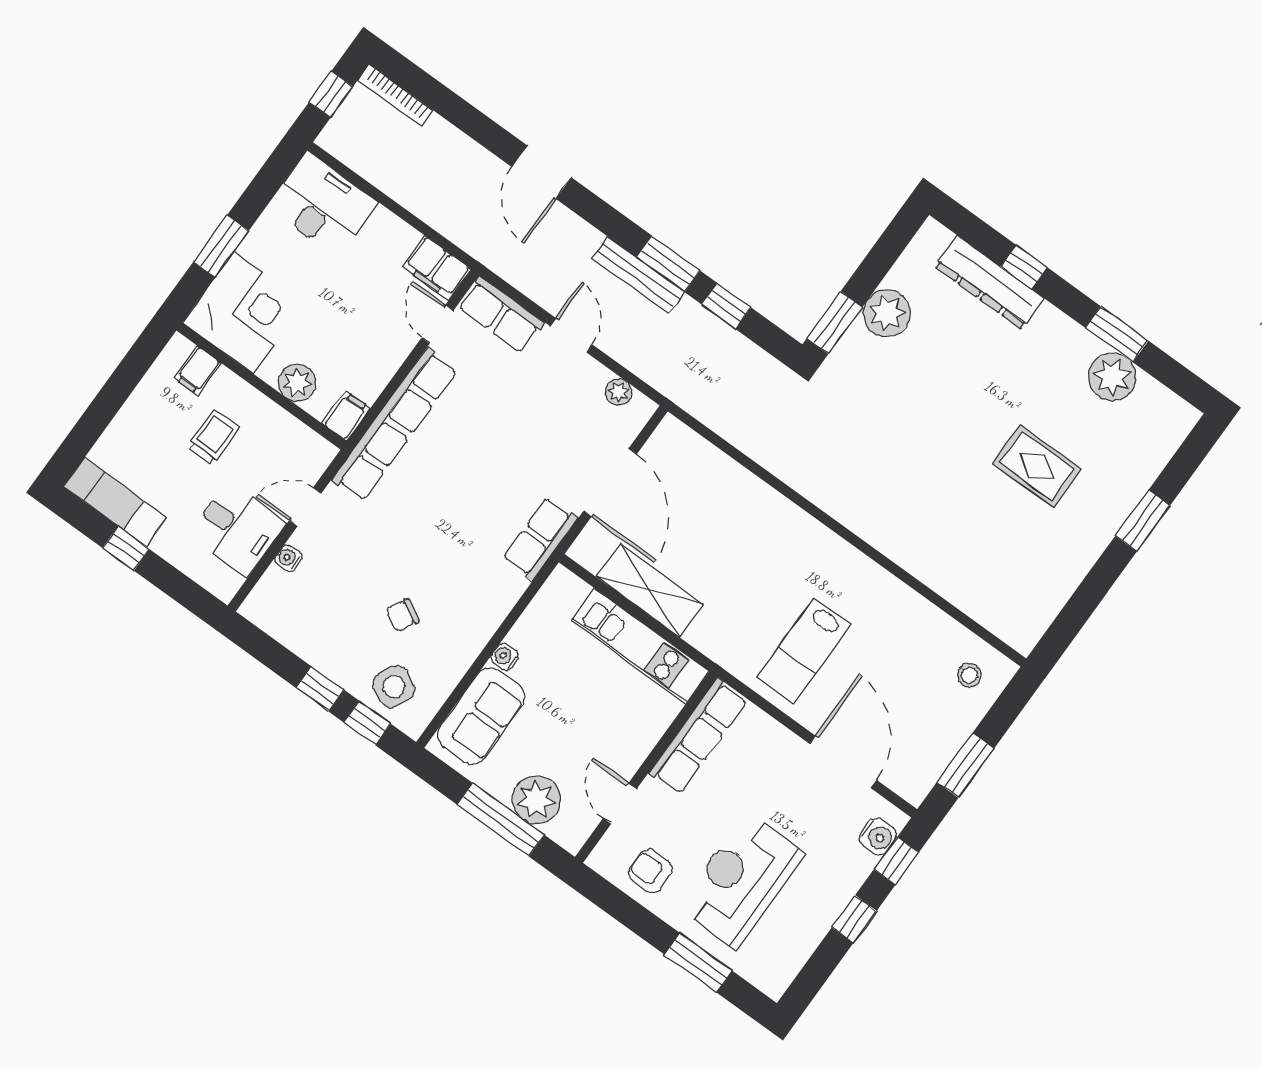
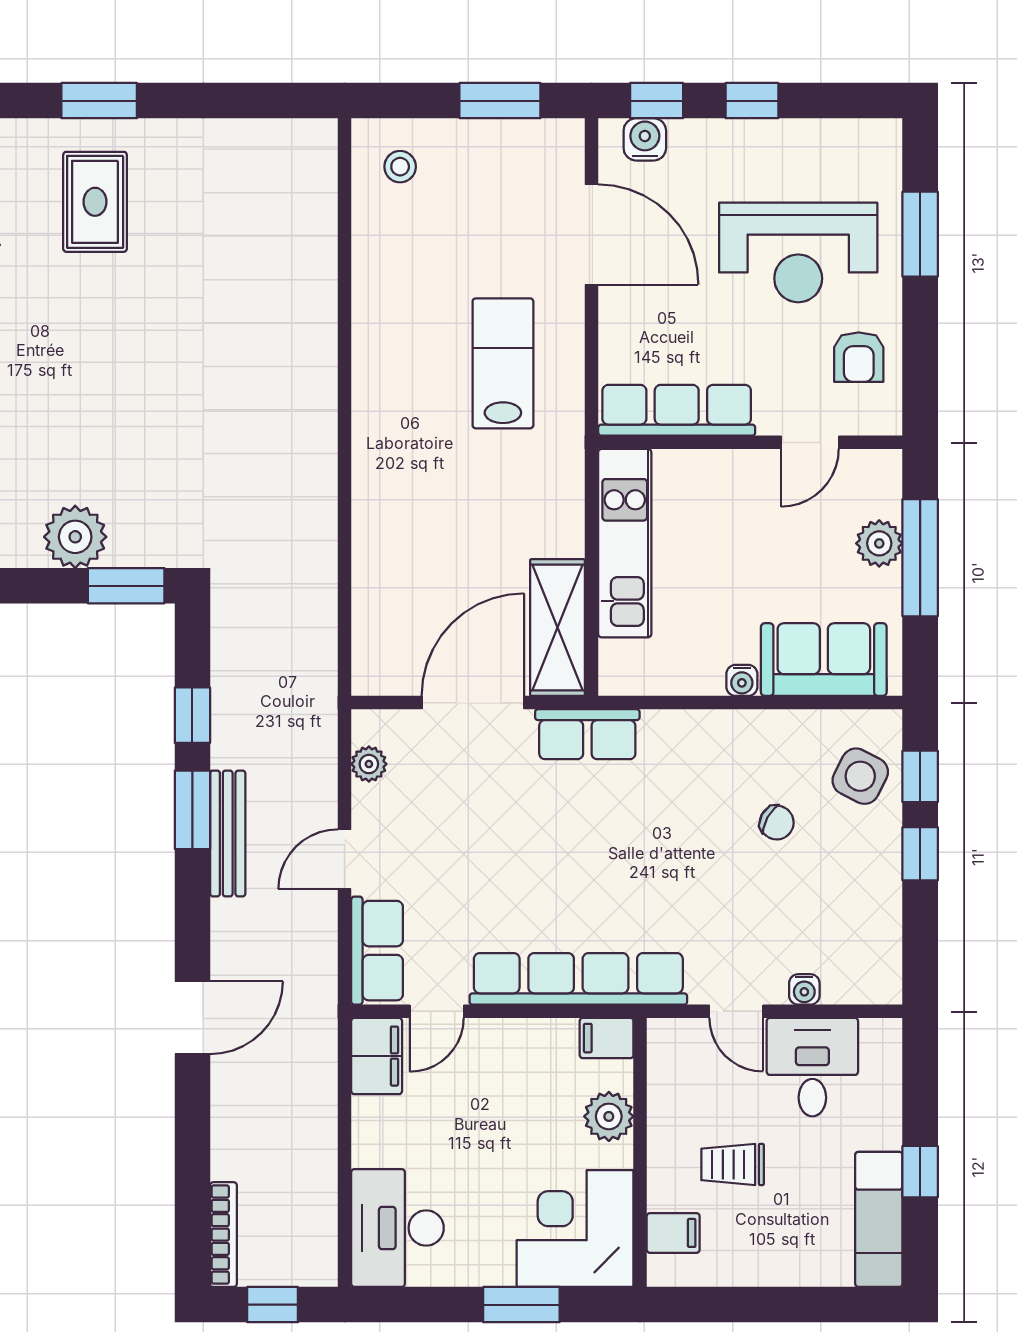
rug: (1037, 466) -> (95, 202), moved
shelving: (650, 590) -> (558, 628), moved
lab bench: (804, 651) -> (503, 363), turned -90
door: (843, 762) -> (592, 235), swing flipped
plant: (536, 800) -> (879, 543), width x0.73, depth x0.73

